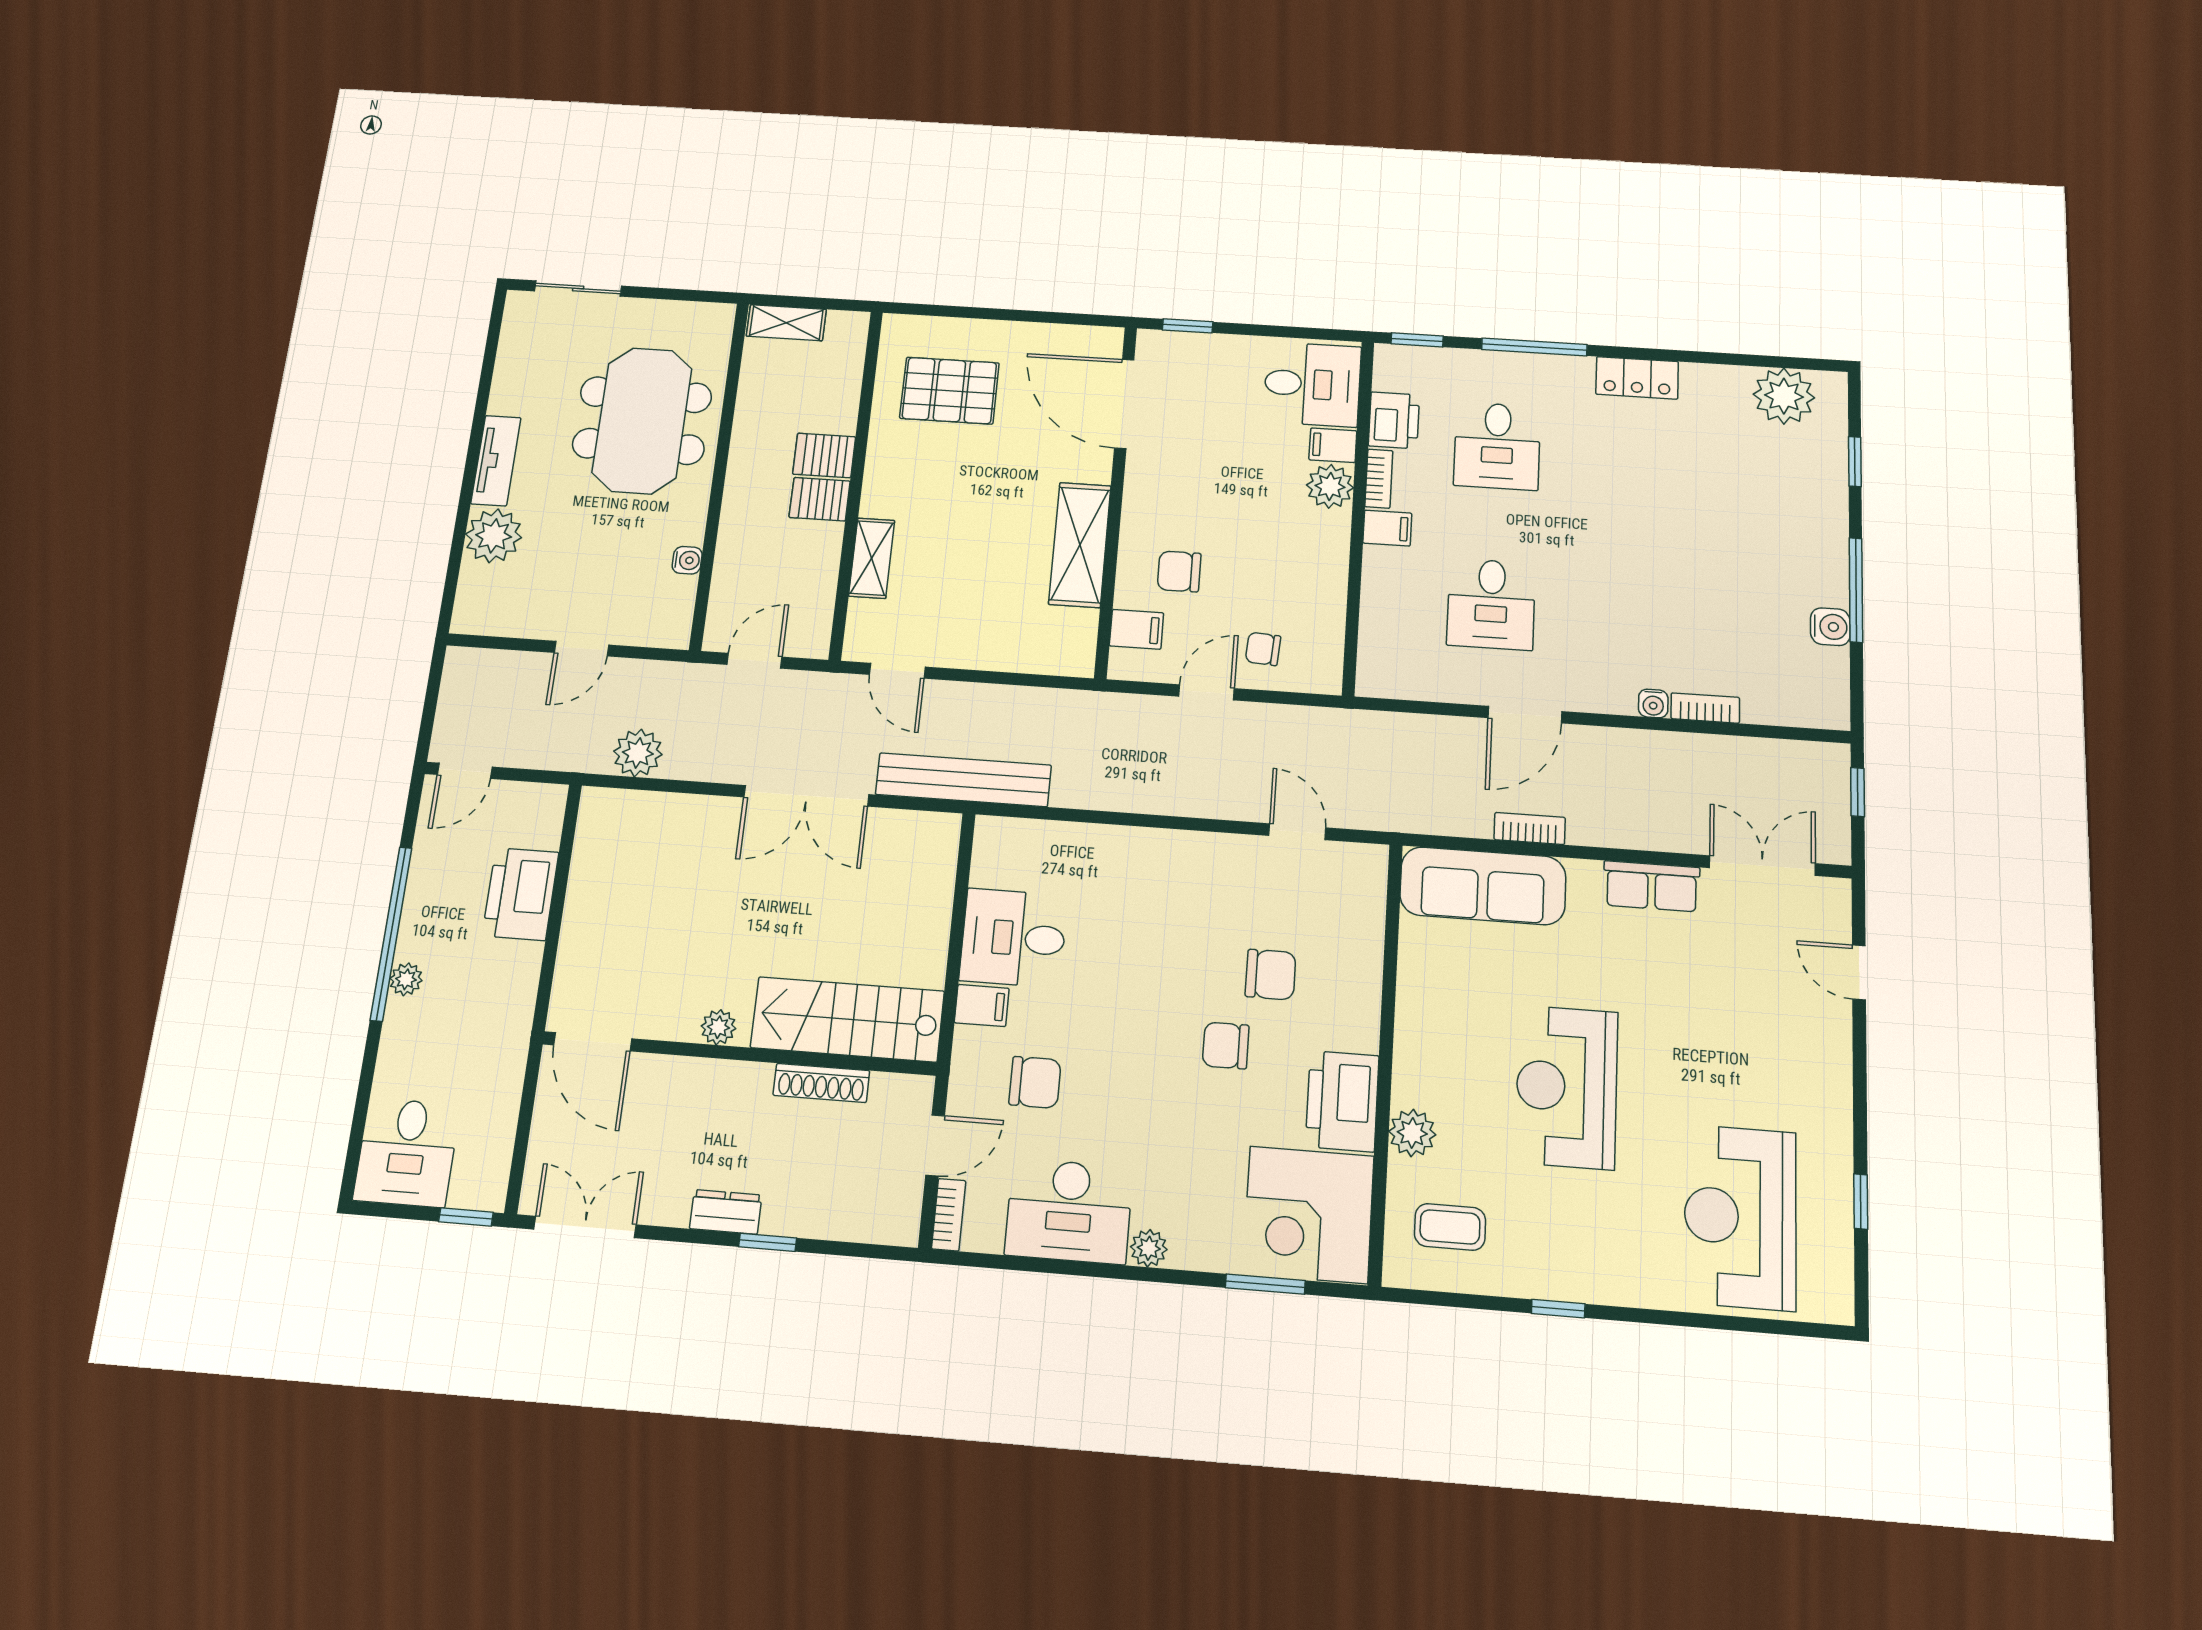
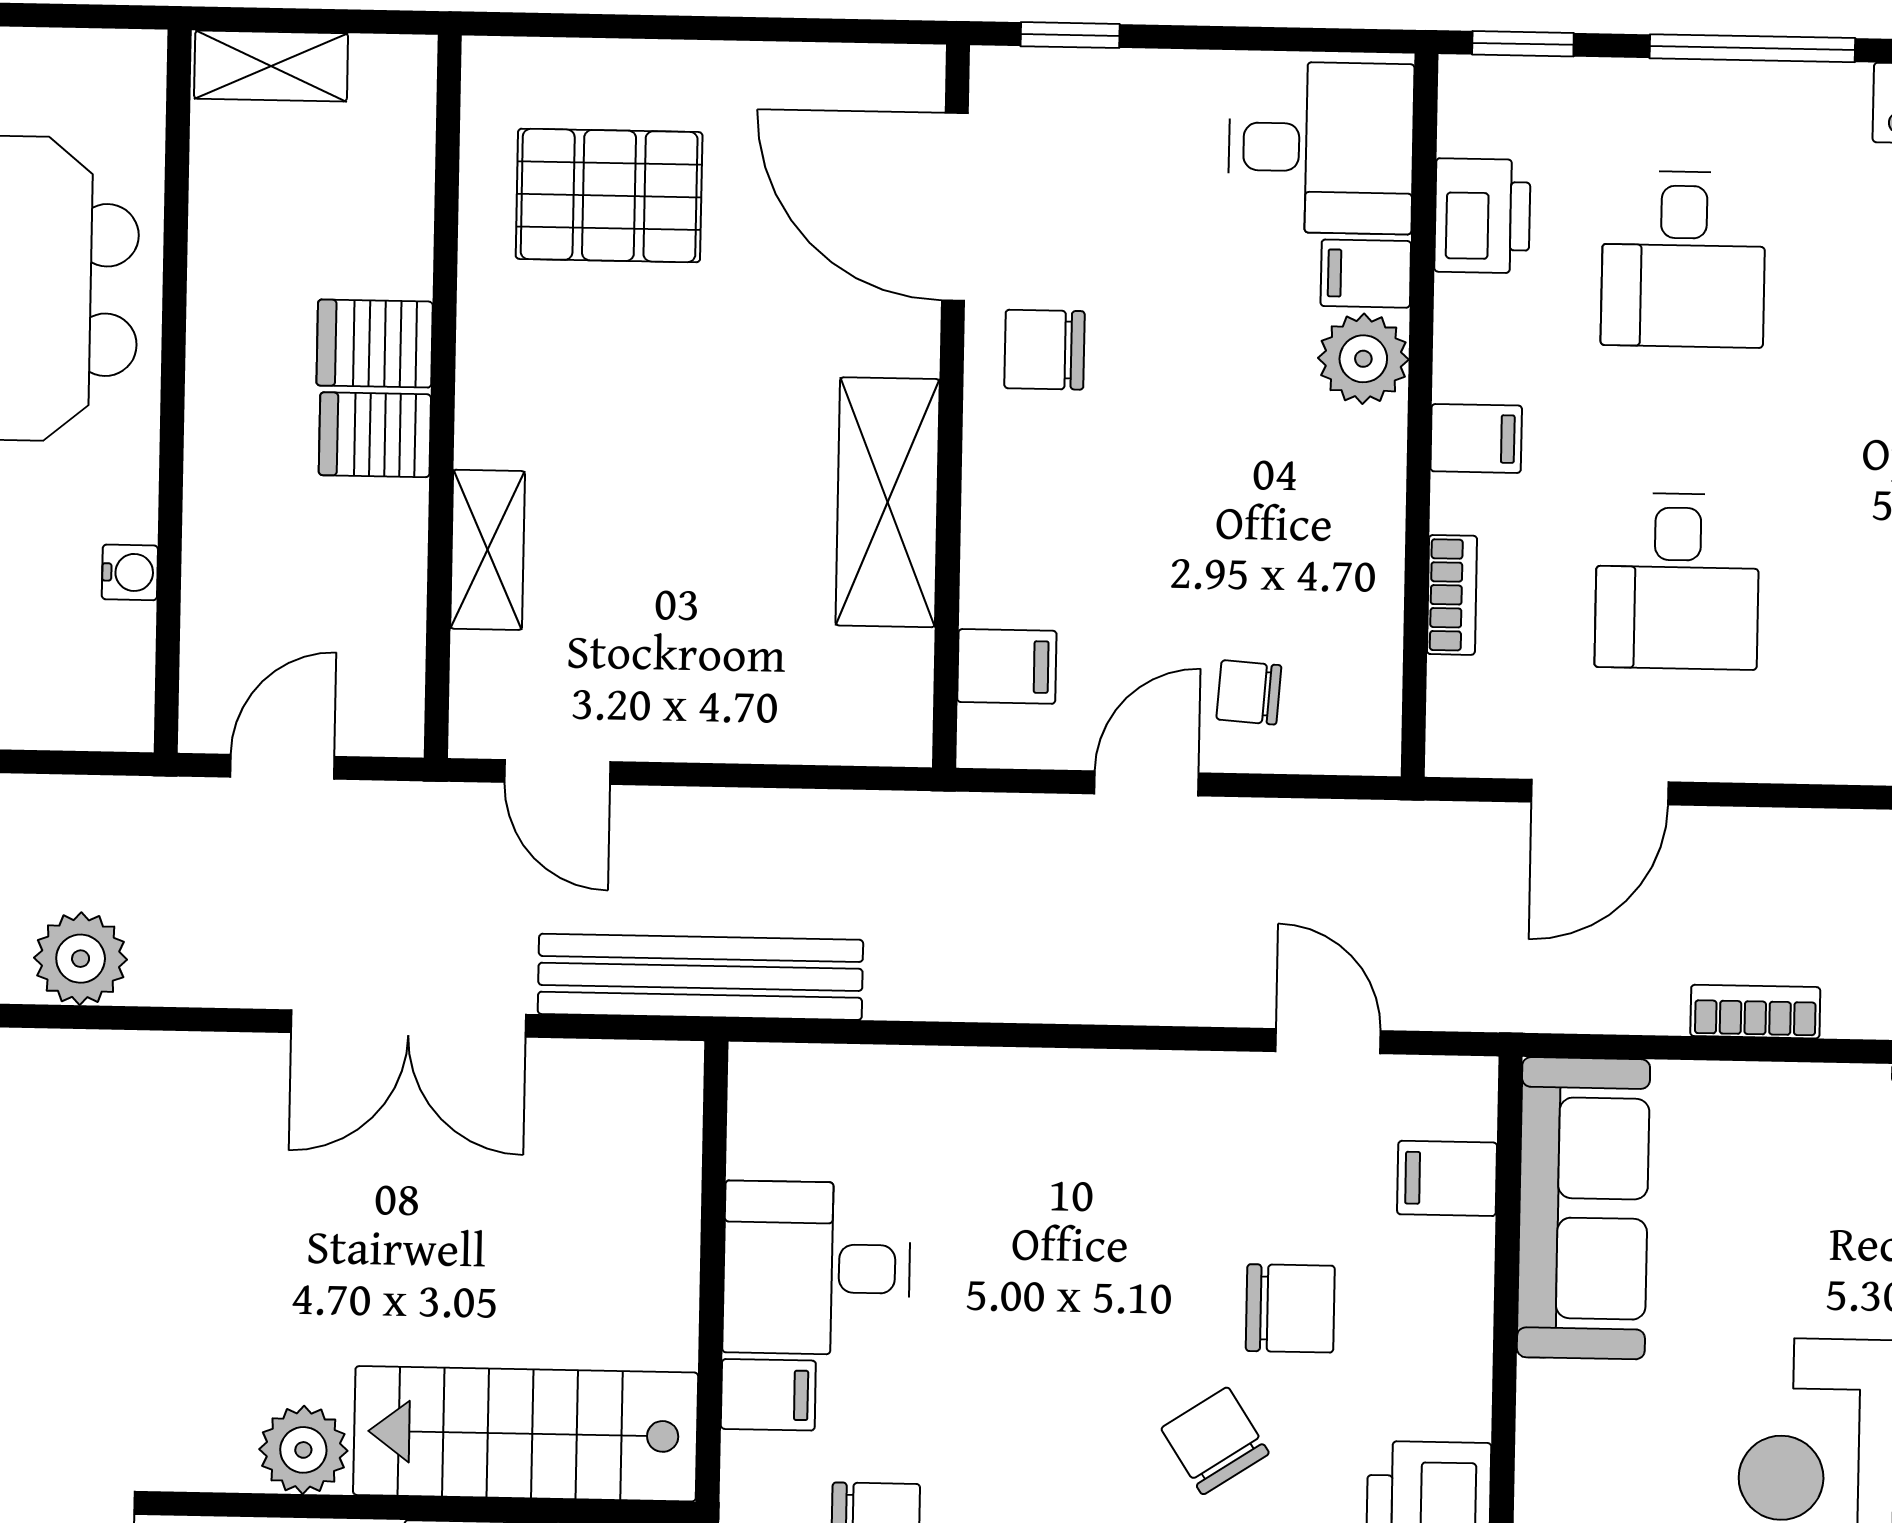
bookcase: (1379, 479) -> (1452, 595), moved
chair: (1179, 571) -> (1045, 350), moved
door: (1525, 715) -> (1600, 792), moved
sofa: (1483, 886) -> (1583, 1208), moved, turned -90
filing cabinet: (1359, 909) -> (1447, 1178), added
plant: (718, 1027) -> (303, 1450), width x1.38, depth x1.38
chair: (1226, 1045) -> (1215, 1441), turned 57

